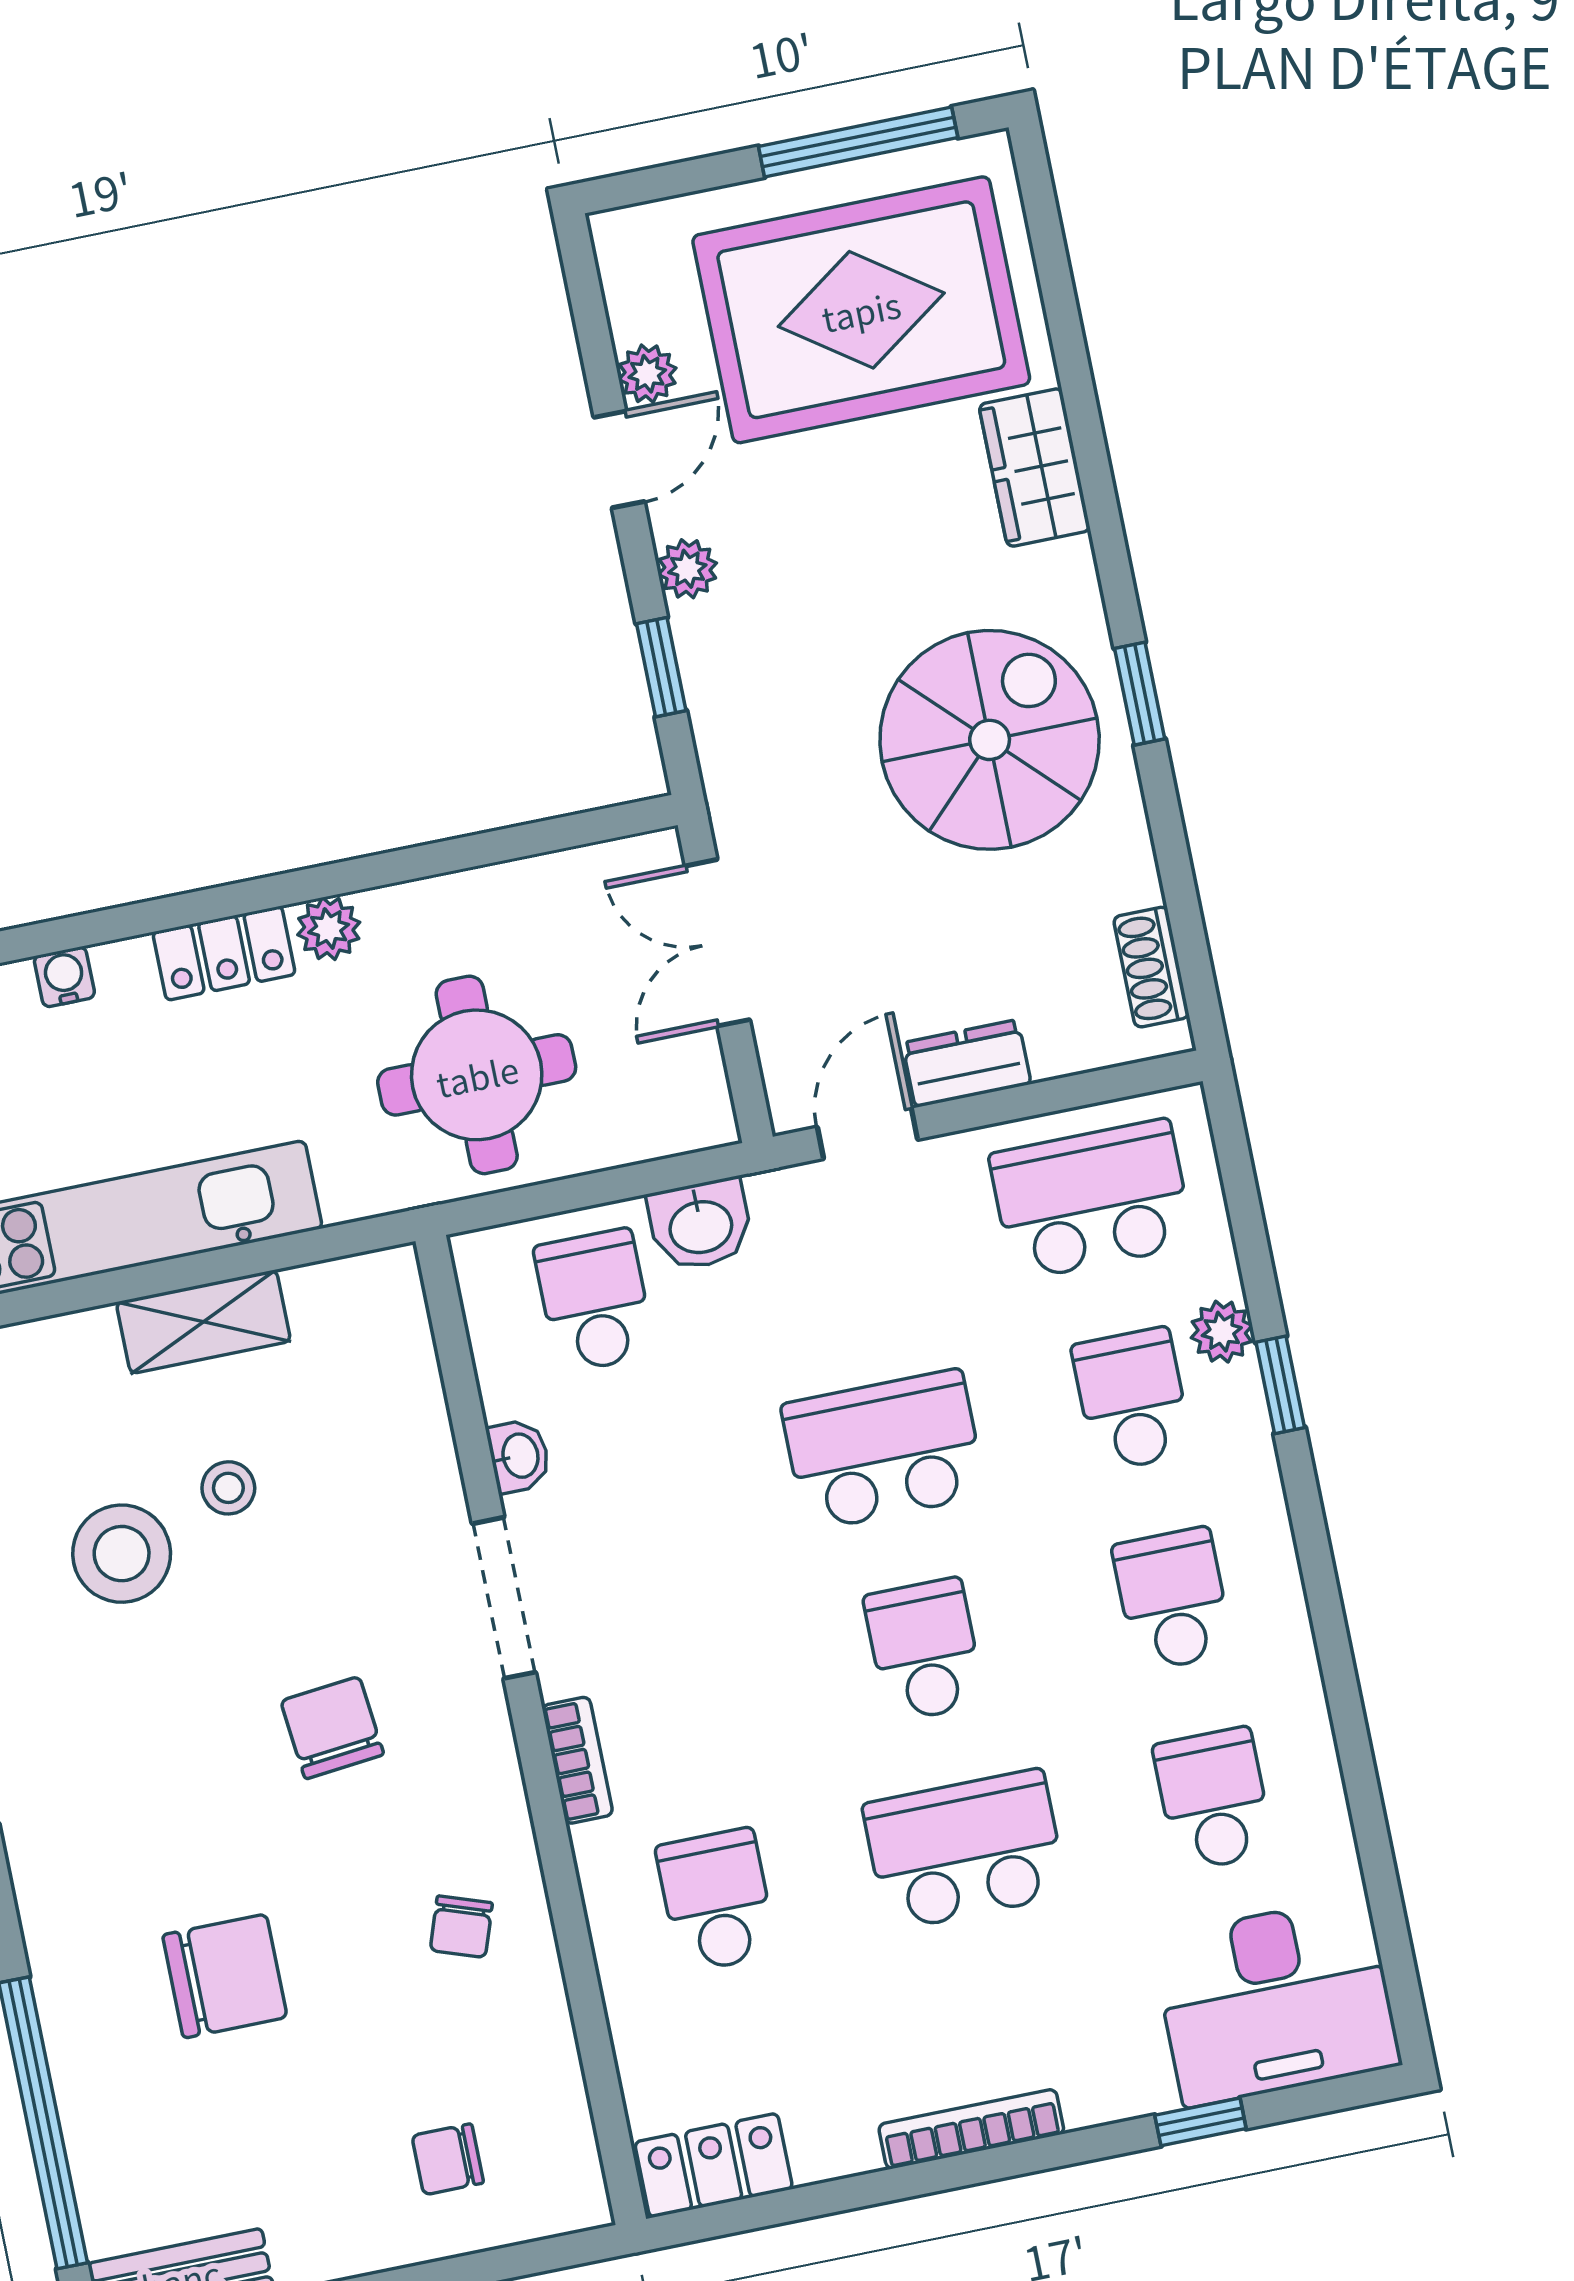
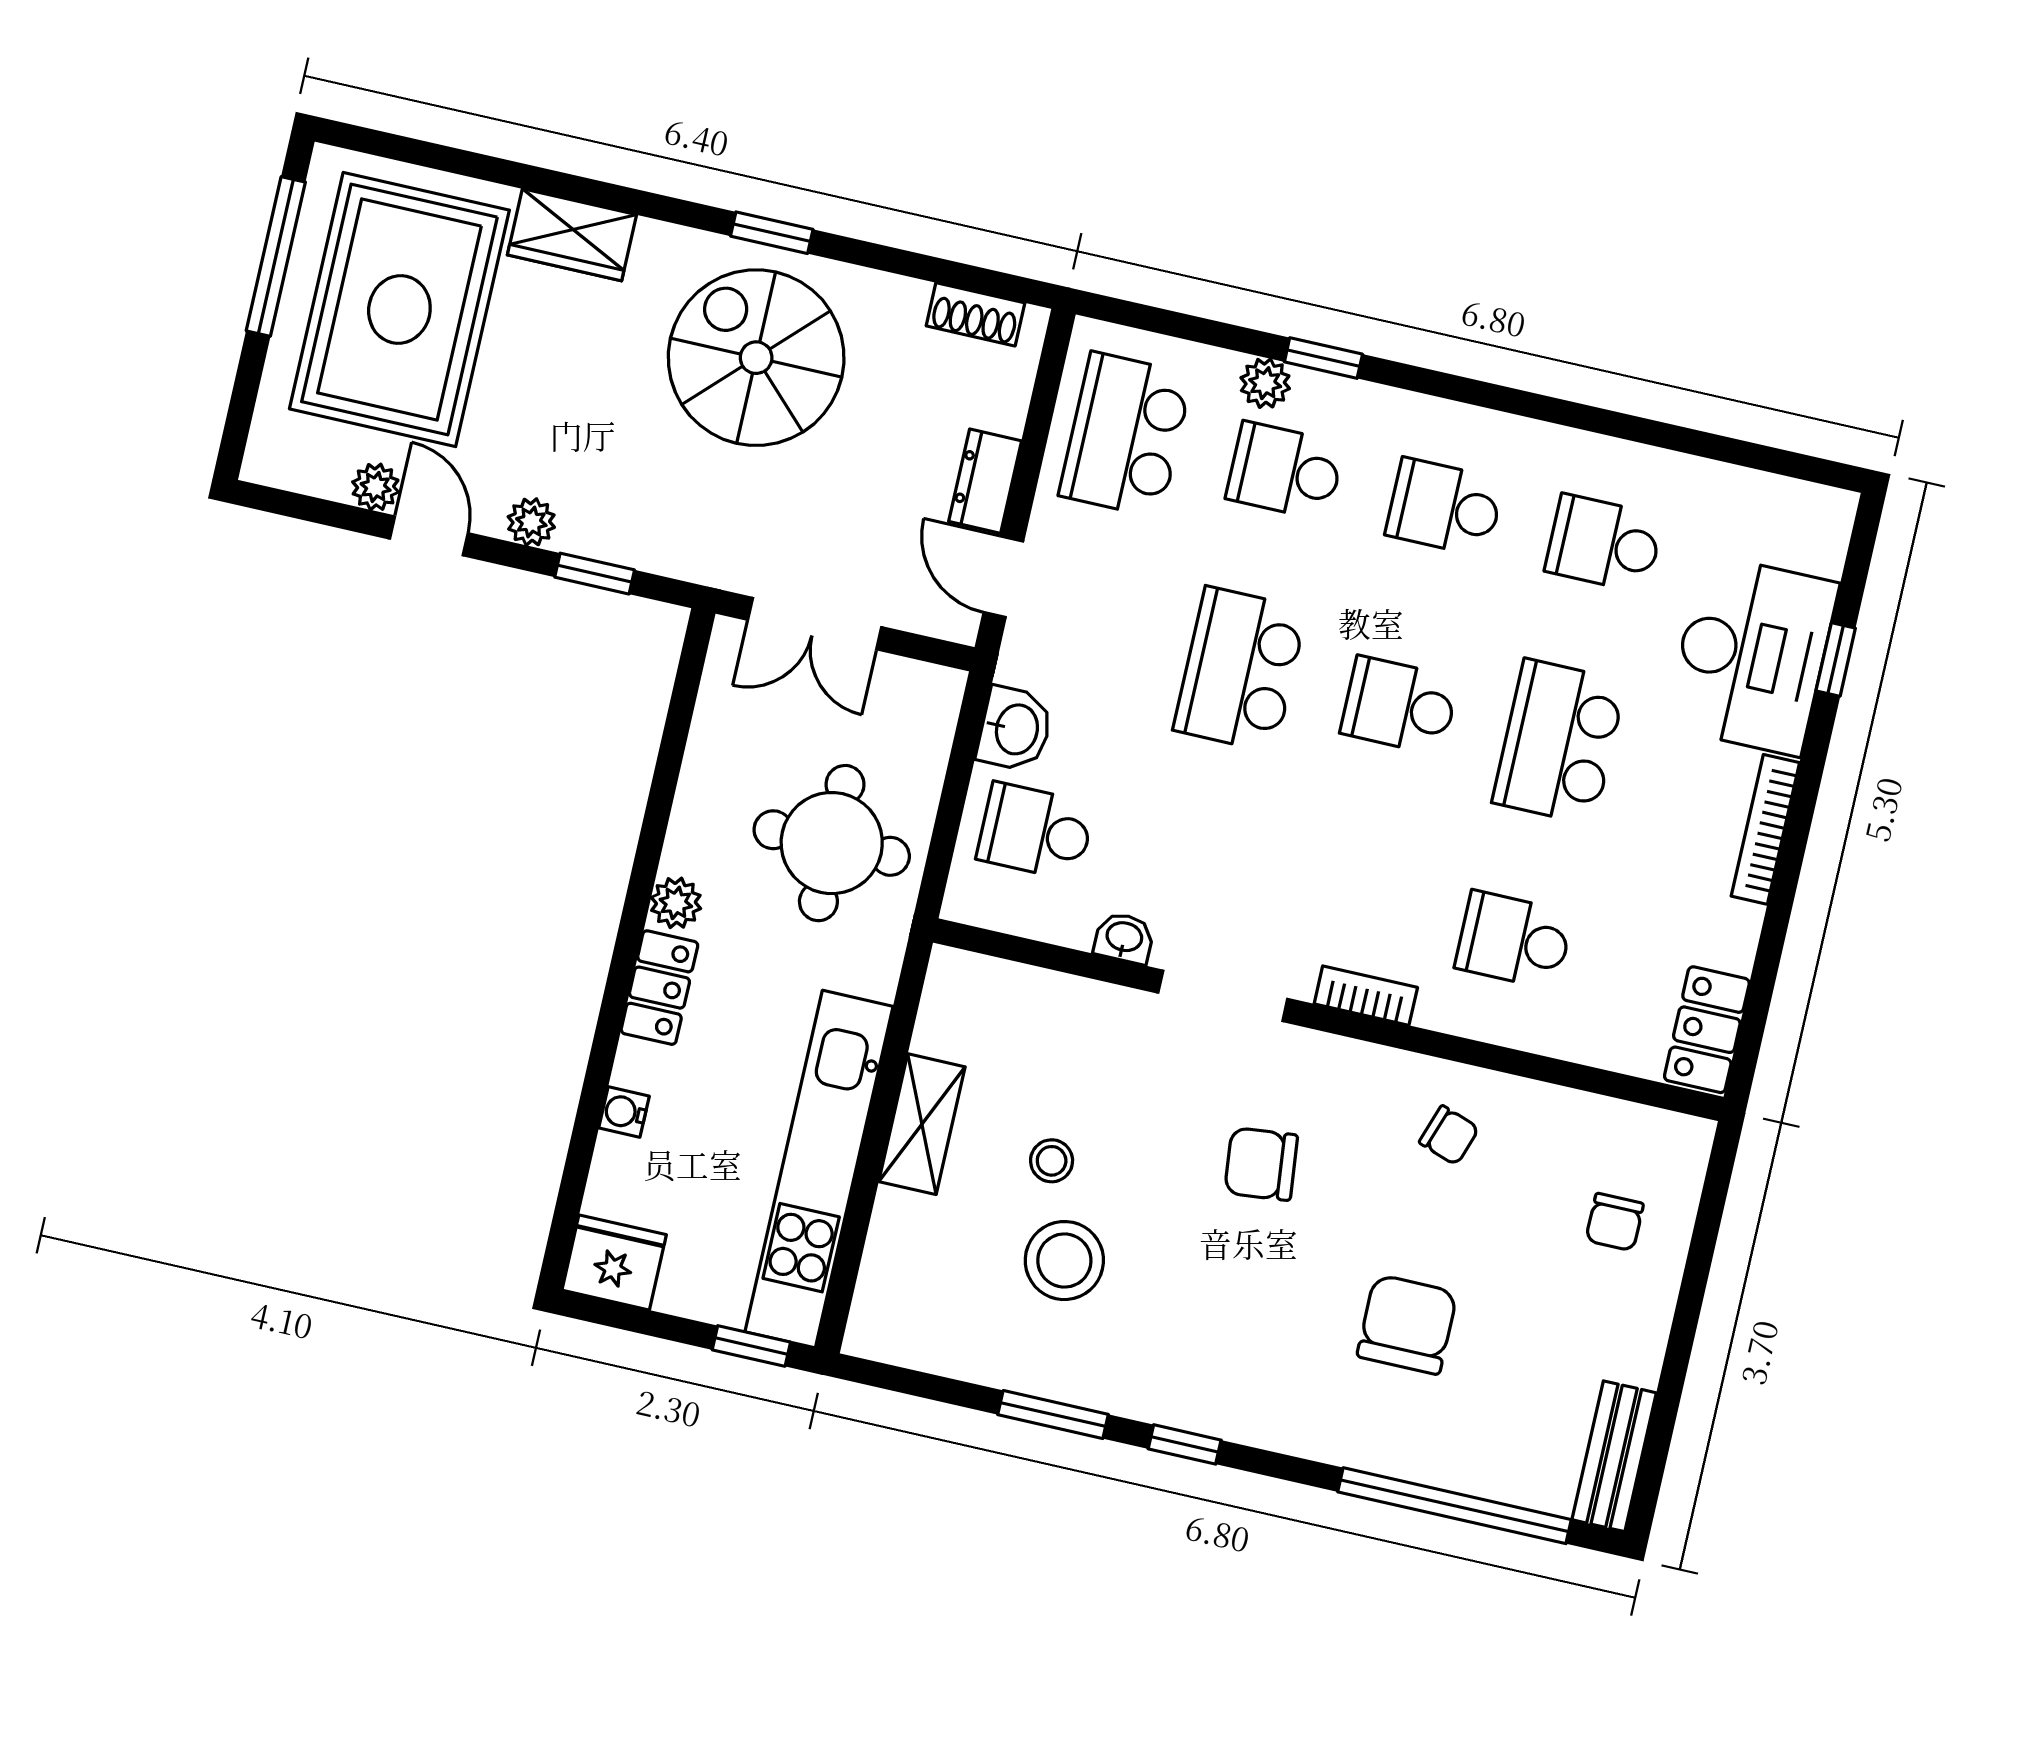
desk: (1276, 2001) -> (1752, 655), moved

